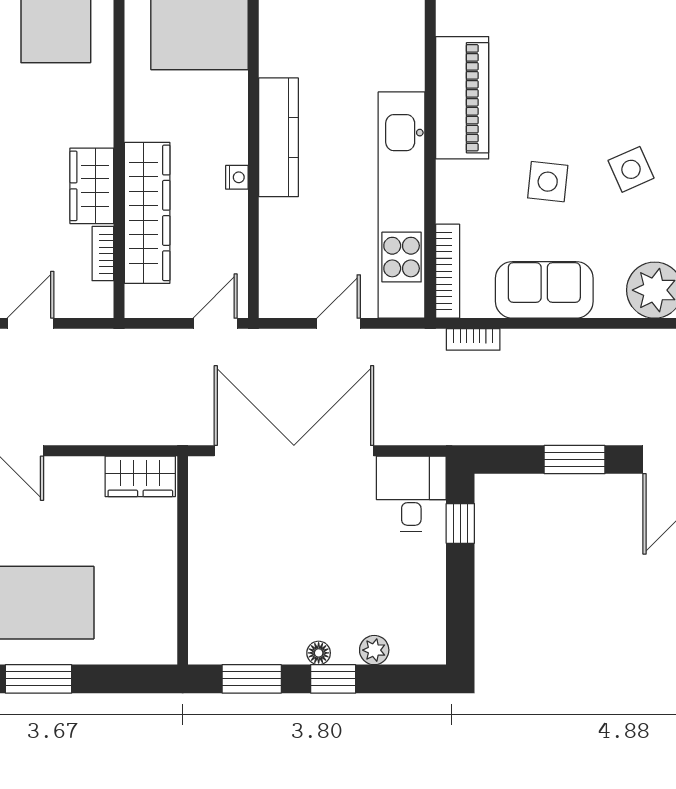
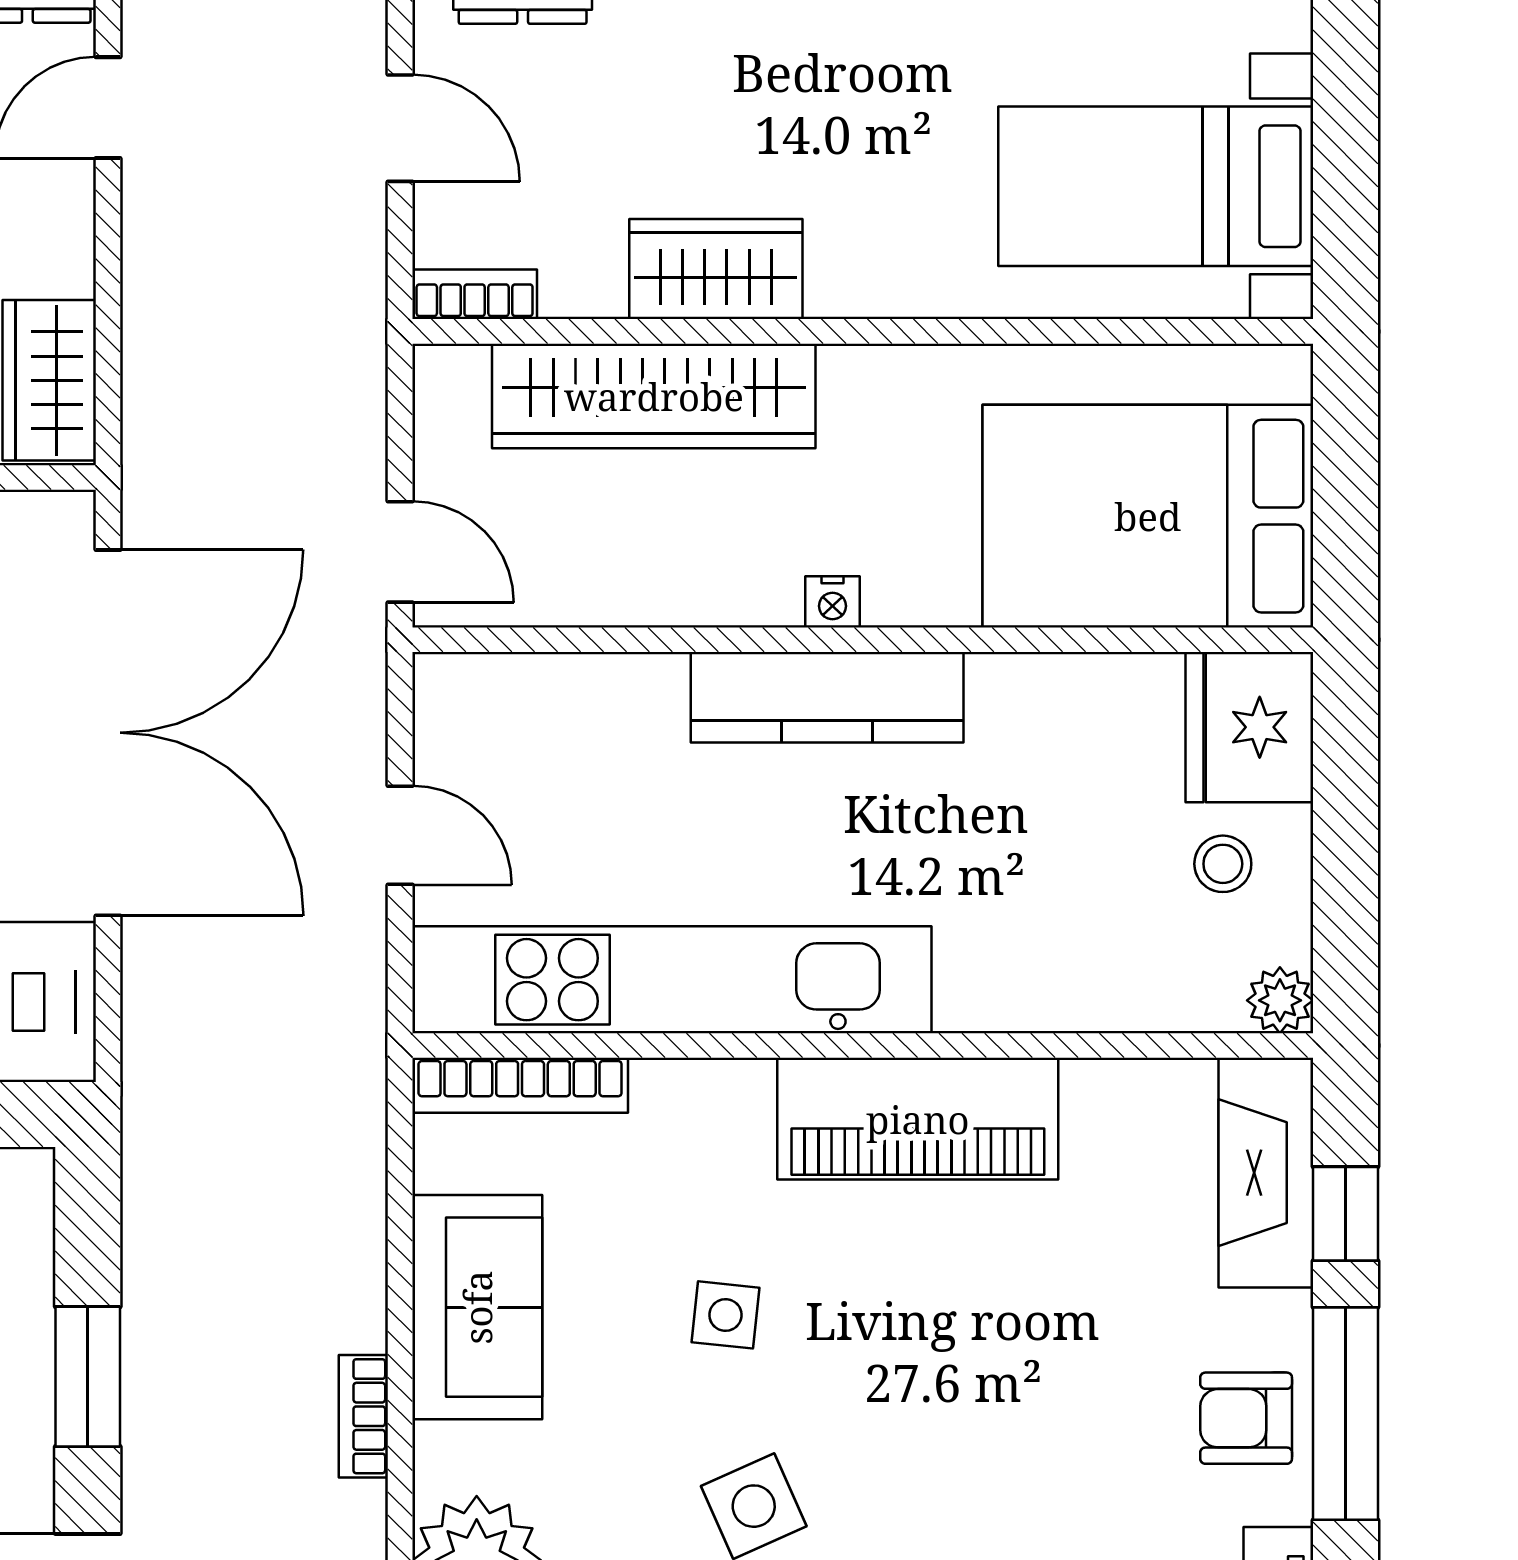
nightstand: (237, 177) -> (832, 602), moved
side table: (548, 182) -> (725, 1315), width x0.73, depth x0.73
bookcase: (103, 254) -> (475, 294), moved
bookcase: (473, 339) -> (363, 1416), moved

